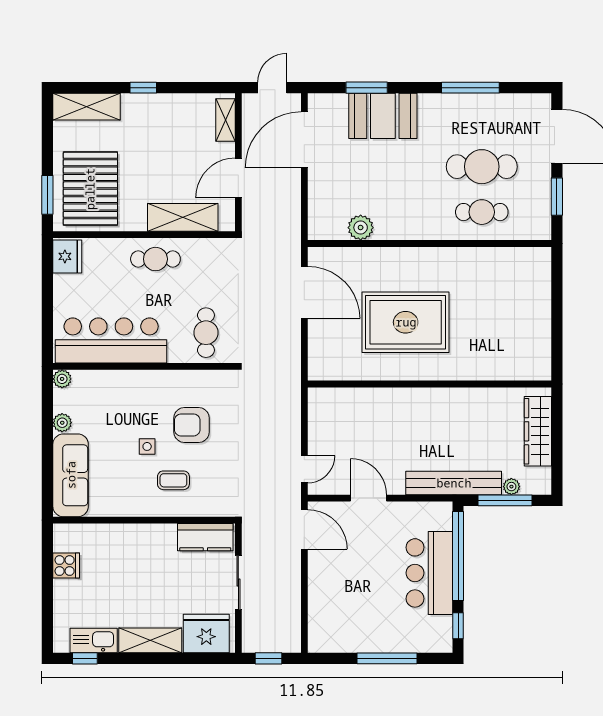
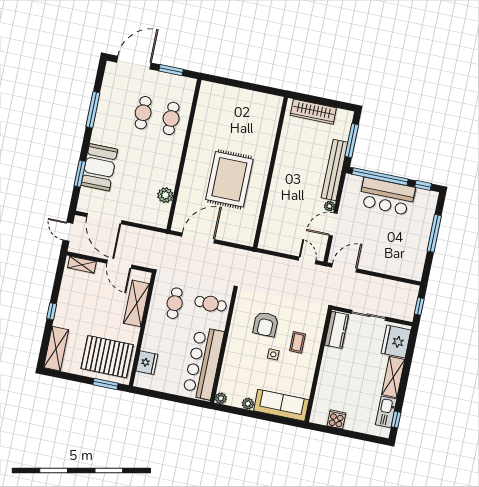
cafe table: (482, 167) -> (143, 113), width x0.73, depth x0.74
fridge: (67, 256) -> (147, 363), moved, turned 90
cafe table: (155, 259) -> (175, 303), moved
plant: (511, 487) -> (329, 206), moved

